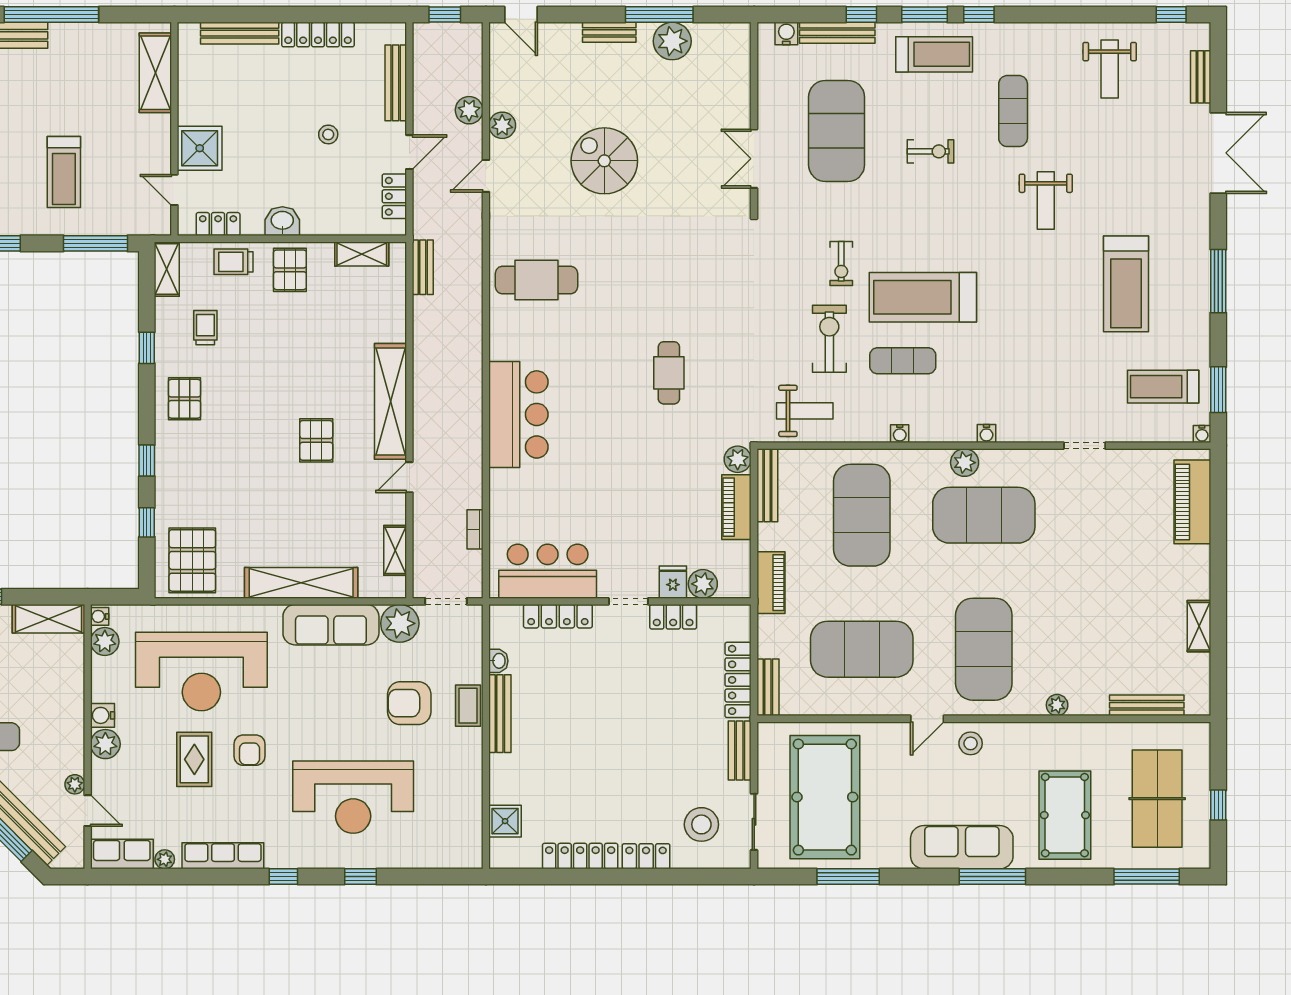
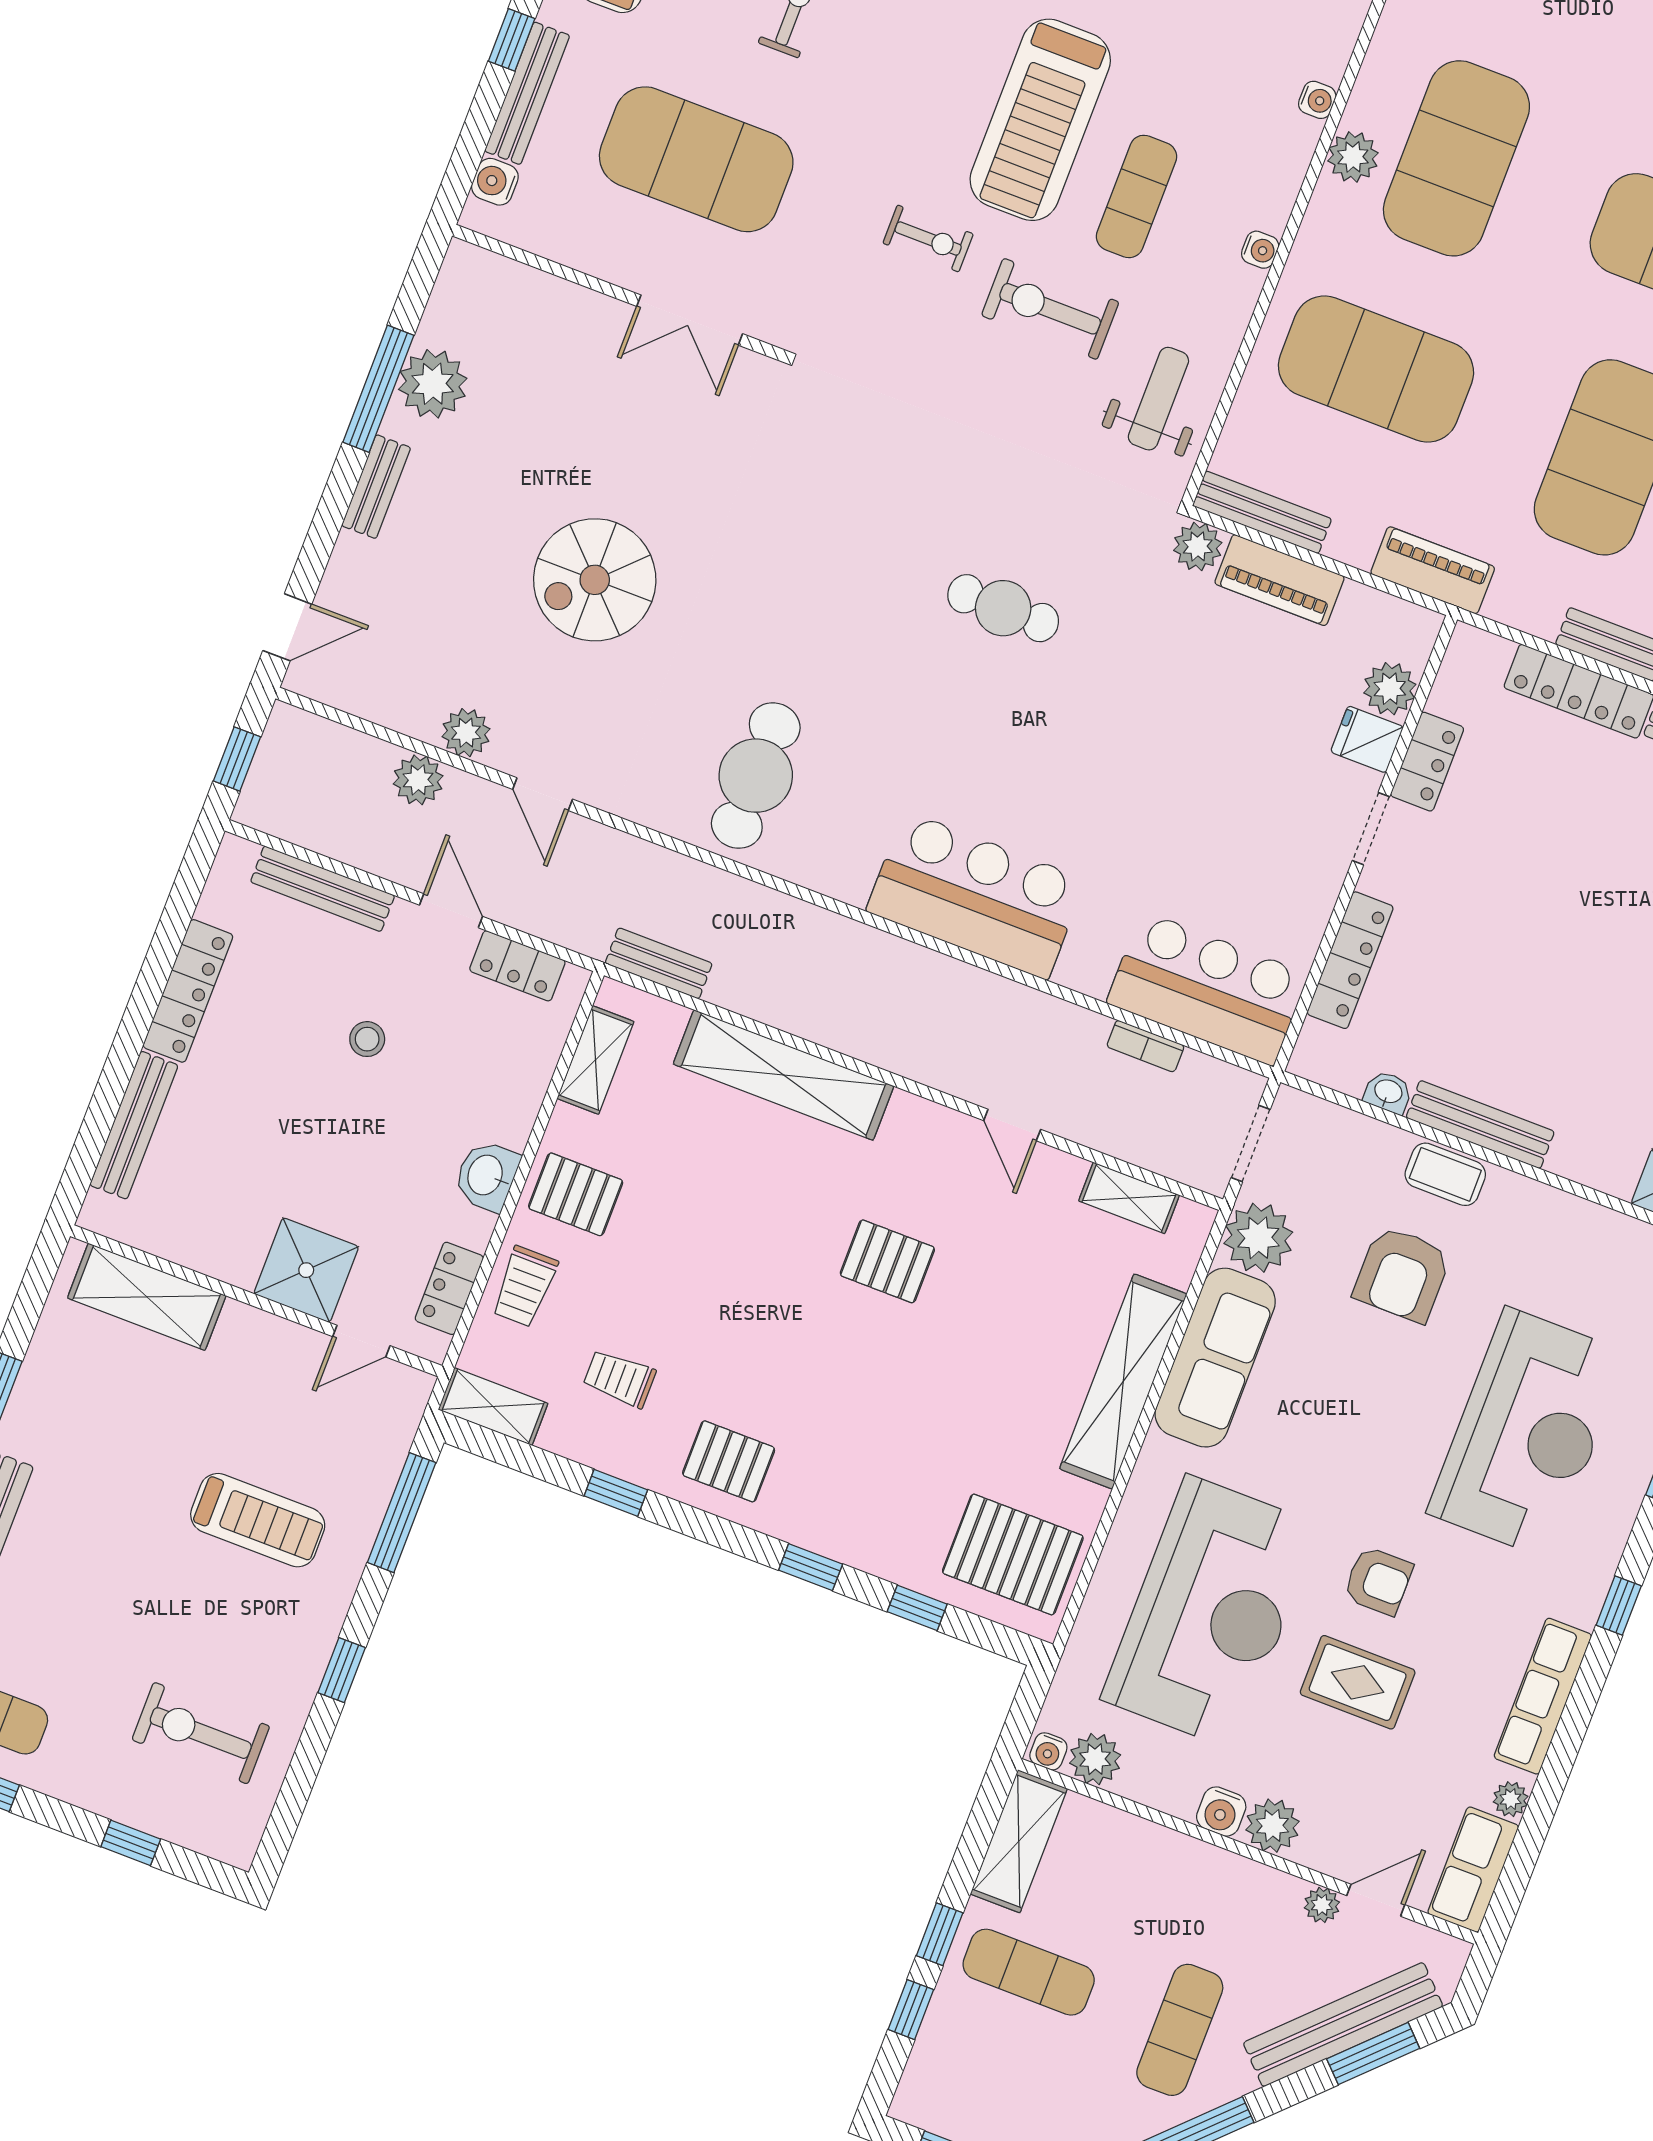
shelving: (390, 401) -> (784, 1075), moved
bar counter: (548, 571) -> (1207, 988), moved, turned 90

